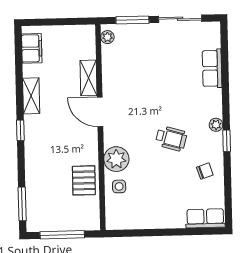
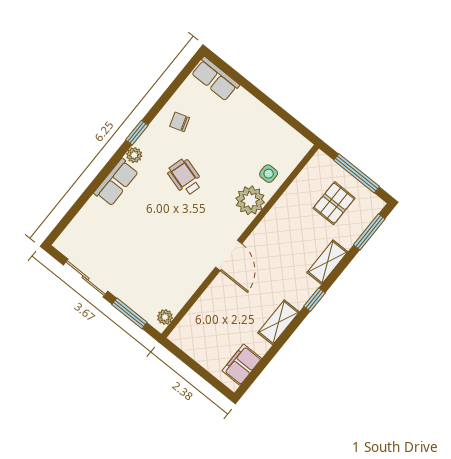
row of seats: (212, 68) -> (116, 182), moved
shelving: (89, 78) -> (327, 262), moved
pallet: (84, 180) -> (334, 203), moved

